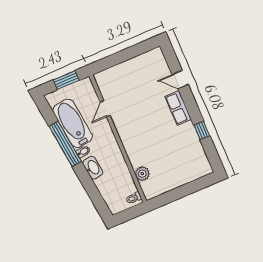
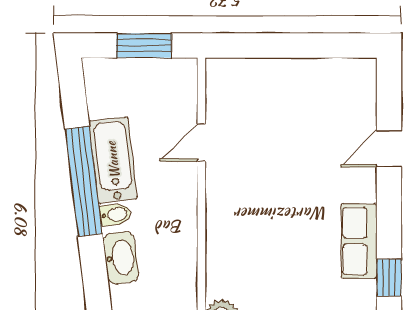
door: (180, 80) -> (389, 149), hinge flipped
row of seats: (178, 108) -> (359, 241), moved
bathtub: (73, 123) -> (113, 160), width x0.73, depth x0.73

